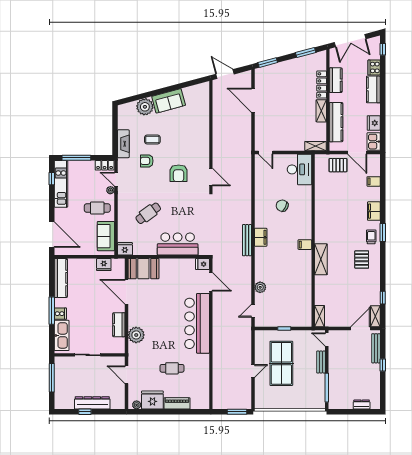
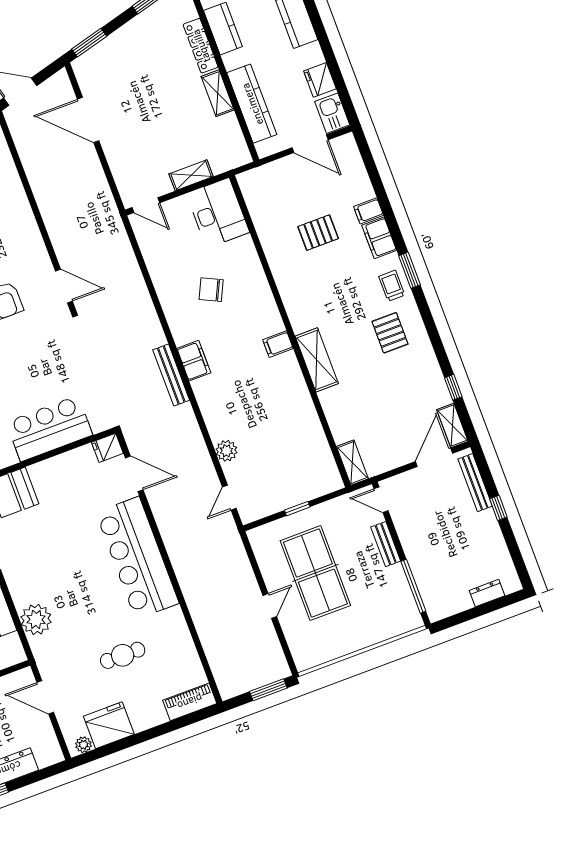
shelving: (315, 146) -> (191, 175), moved
pallet: (338, 165) -> (318, 233), moved
filing cabinet: (374, 181) -> (369, 211), moved
piano: (177, 403) -> (190, 702), moved

